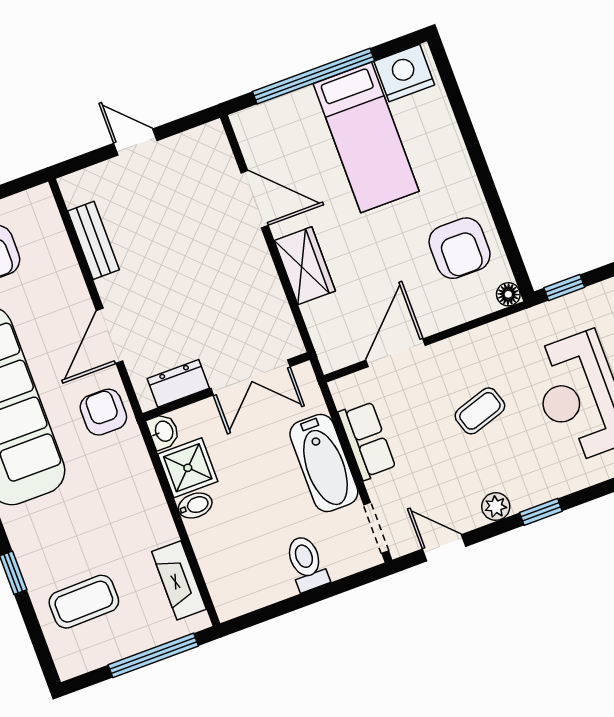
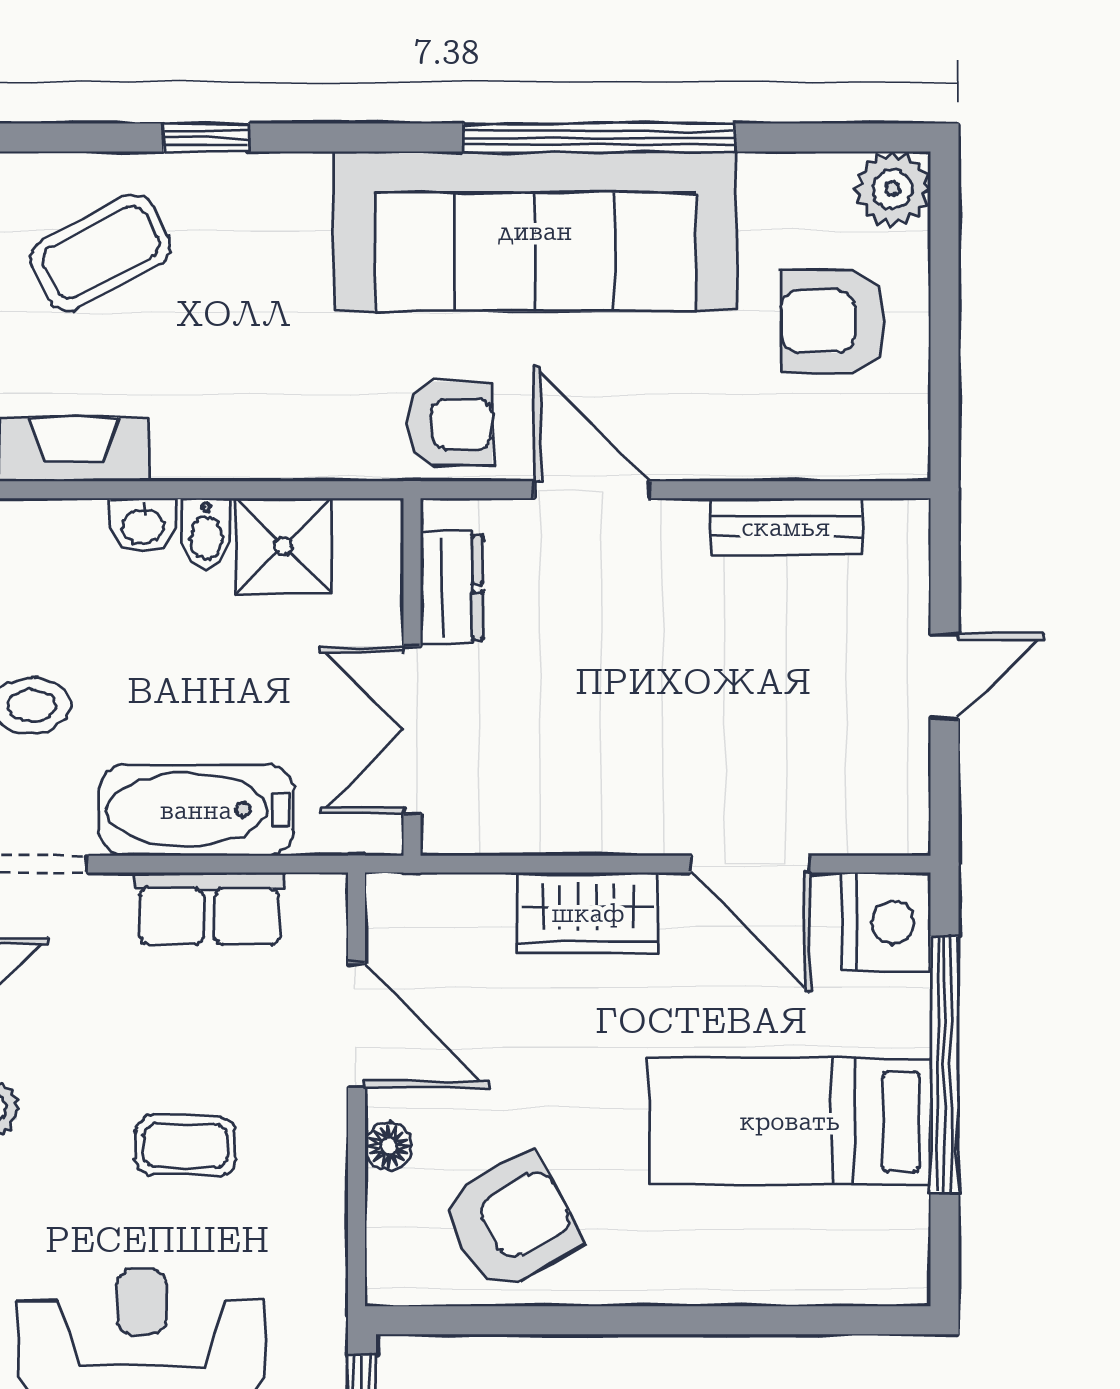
nightstand: (404, 73) -> (886, 922), moved
door: (255, 199) -> (751, 864), hinge flipped
armchair: (460, 248) -> (512, 1222), turned 152
floor lamp: (508, 294) -> (389, 1146), moved
coffee table: (480, 411) -> (185, 1146), turned -72
washbasin: (163, 431) -> (143, 525), moved
coffee table: (84, 602) -> (101, 252), turned 63

